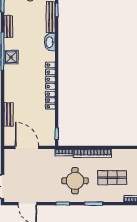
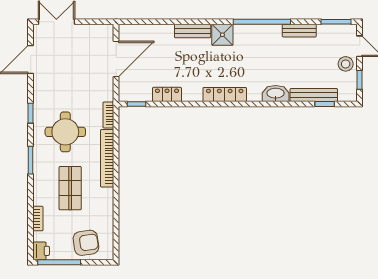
shower: (11, 57) -> (222, 35), moved
locker: (50, 100) -> (167, 94), moved
bench: (9, 114) -> (193, 31), moved

